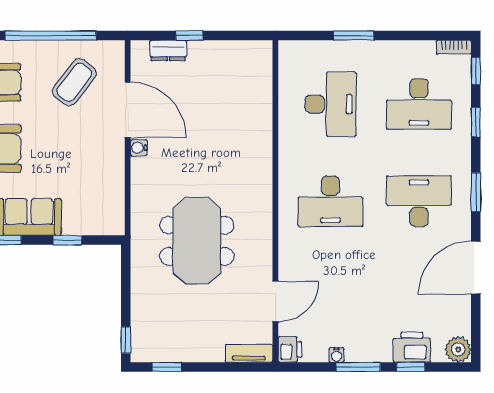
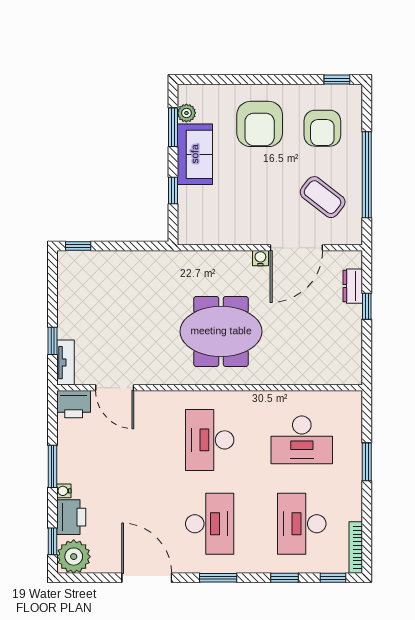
bookcase: (454, 47) -> (356, 547), width x1.56
meeting table: (197, 241) -> (221, 331), moved
plant: (458, 349) -> (74, 557), width x1.36, depth x1.36
printer: (290, 350) -> (74, 404), width x1.36, depth x1.24
water cooler: (336, 355) -> (64, 491), moved
window: (167, 367) -> (53, 341), moved
window: (411, 367) -> (53, 541), moved

